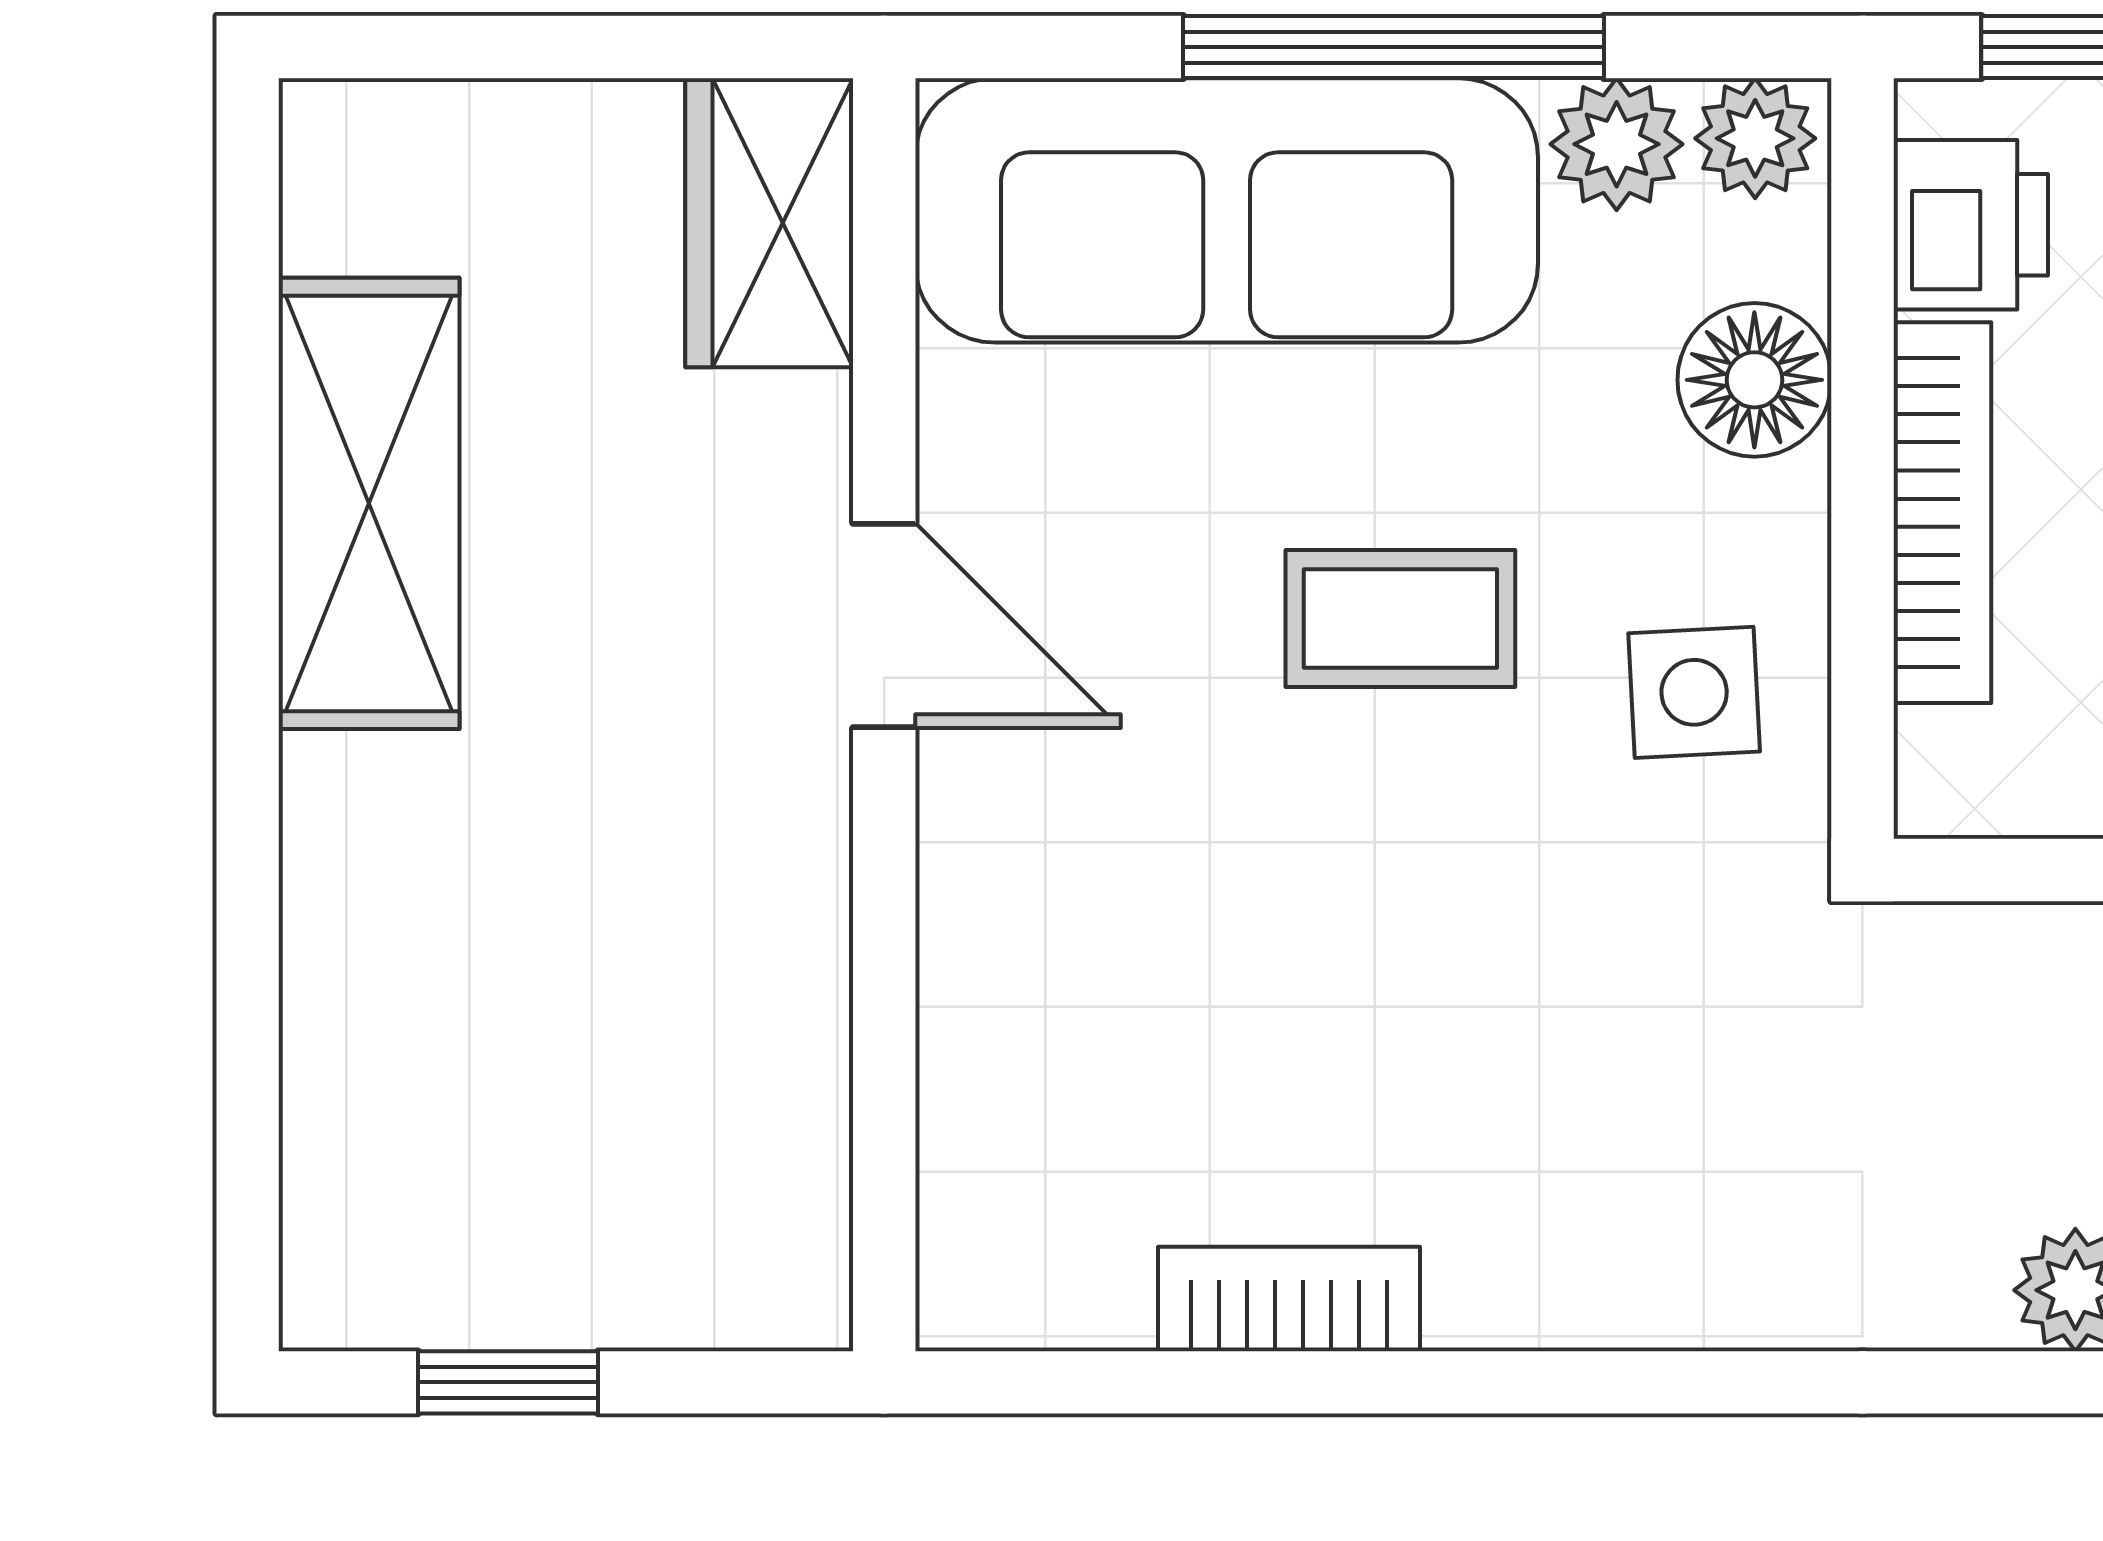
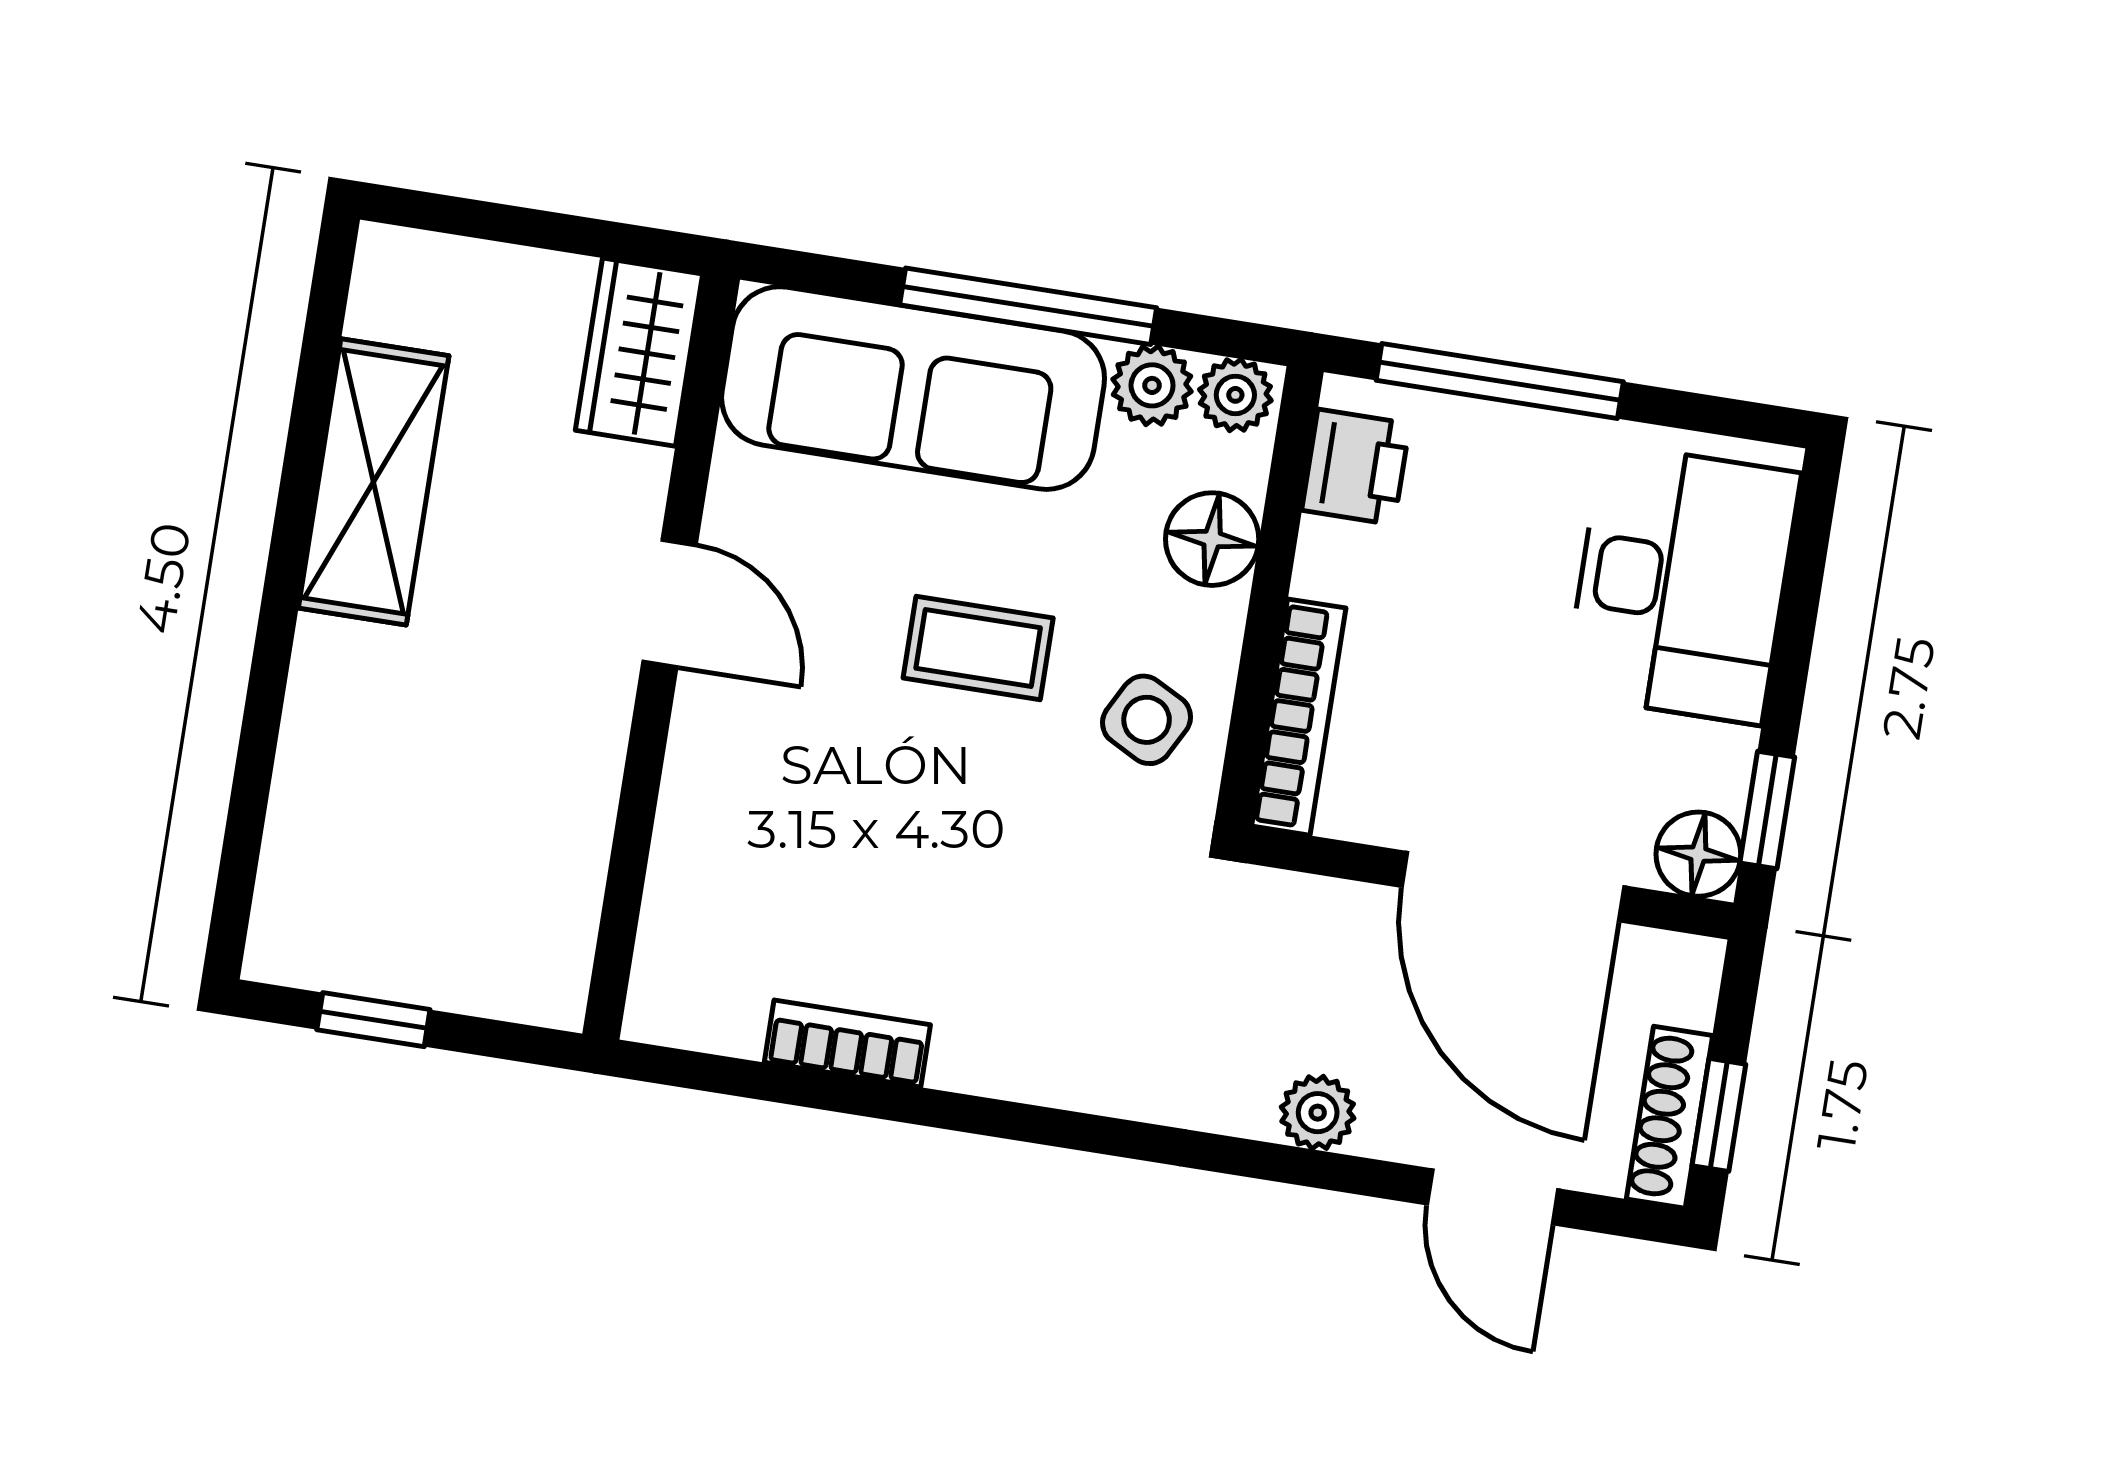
bookcase: (1942, 513) -> (1299, 717), moved
side table: (1694, 692) -> (1147, 720), turned 31

